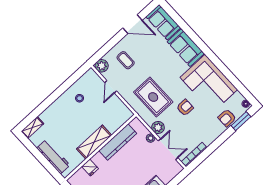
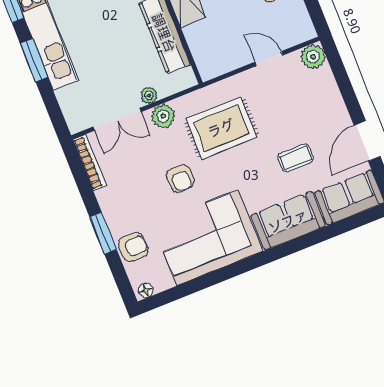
coffee table: (126, 60) -> (296, 158), moved
armchair: (227, 118) -> (133, 247), turned 90
window: (241, 121) -> (103, 233), moved

